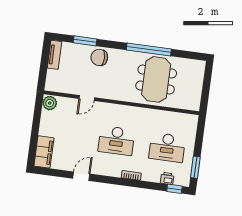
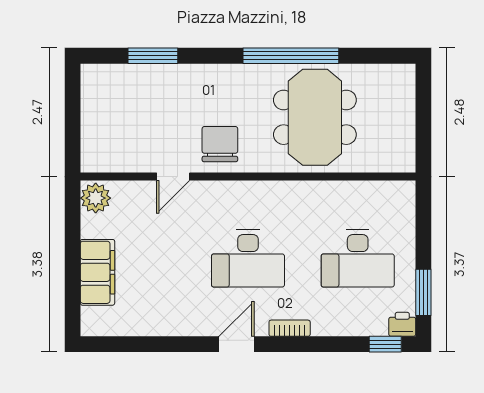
tv unit: (55, 55) -> (92, 94), removed
chair: (99, 57) -> (220, 144), moved, turned 90
filing cabinet: (44, 152) -> (97, 272), moved
door: (81, 176) -> (236, 344), moved
printer: (167, 178) -> (402, 324), moved

